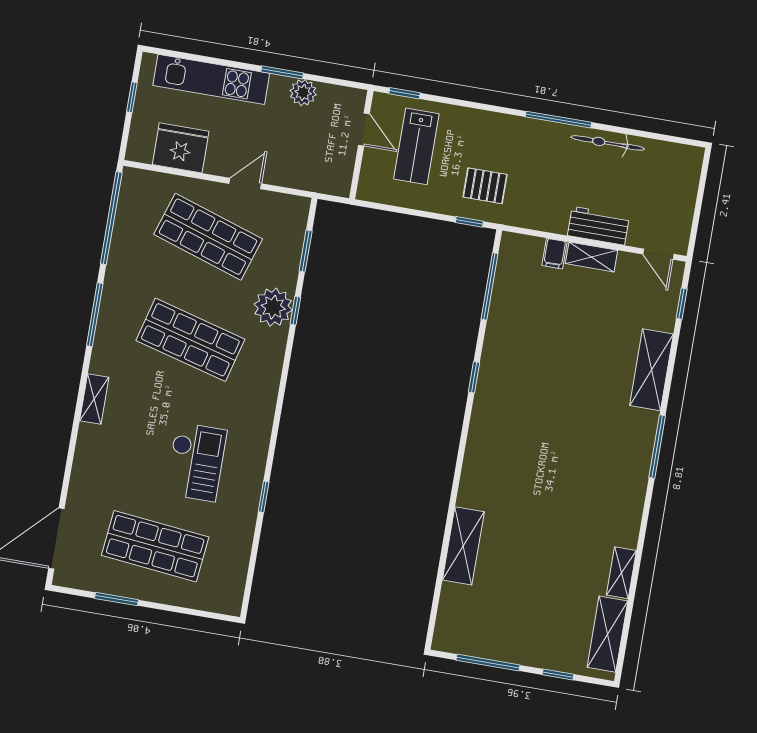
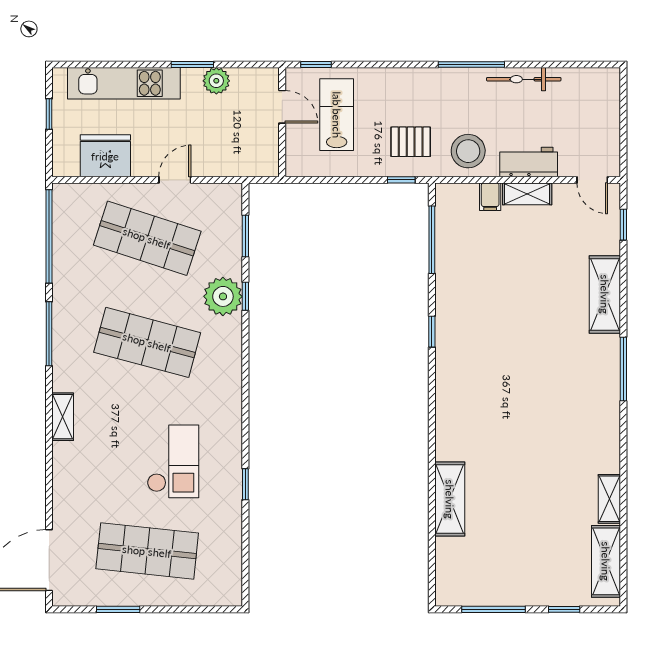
lab bench: (416, 146) -> (337, 115), turned 180
stool: (540, 205) -> (468, 151), added

